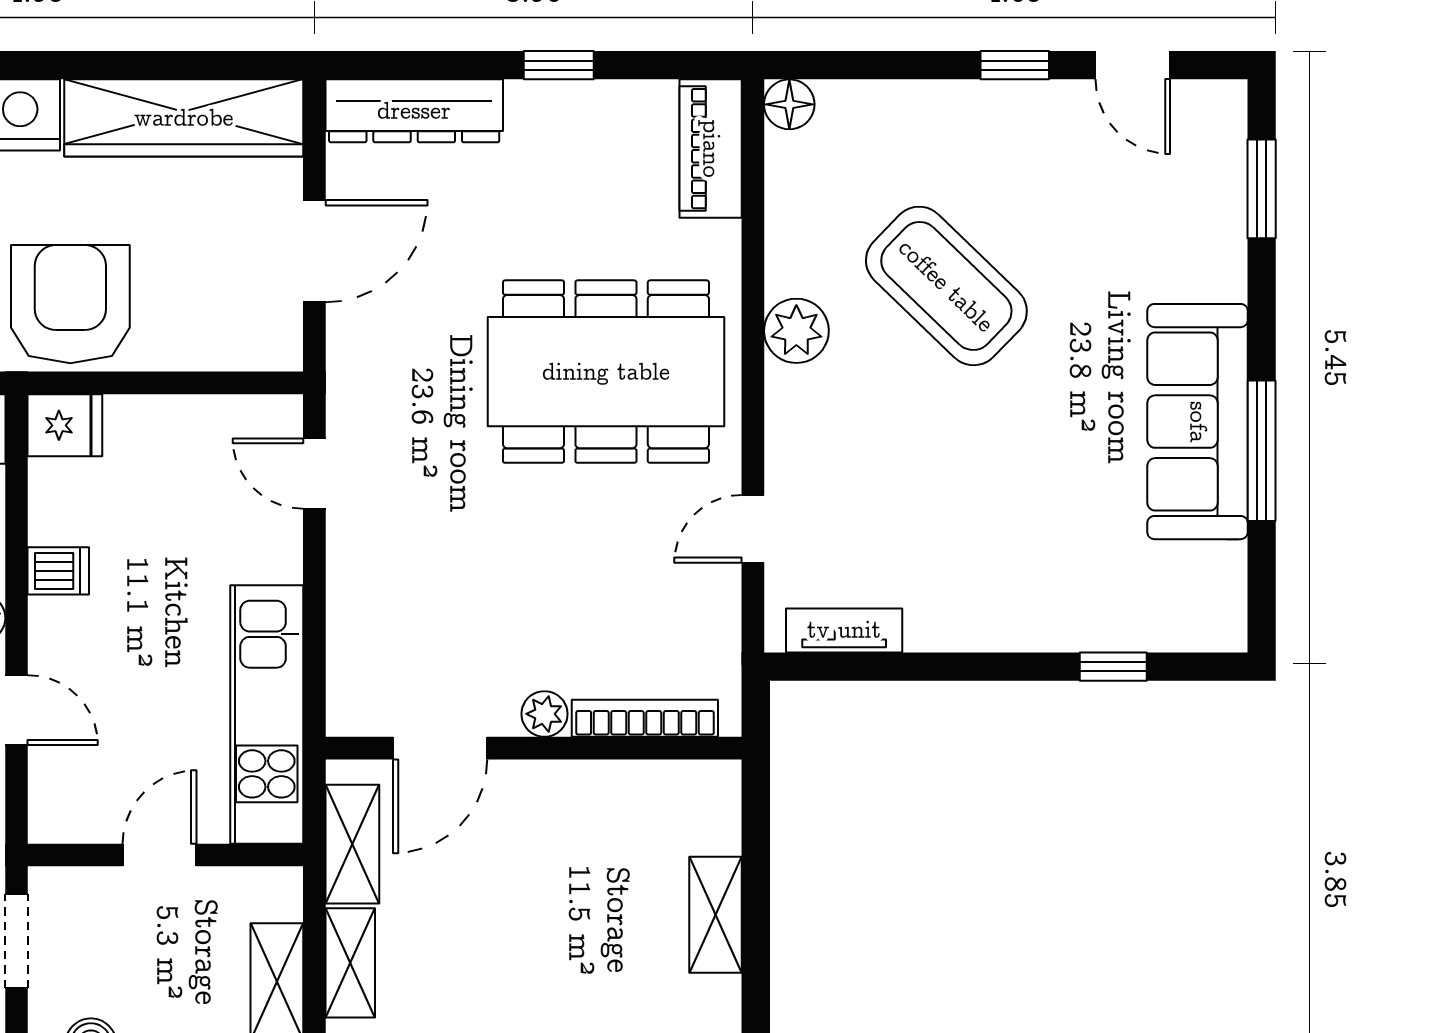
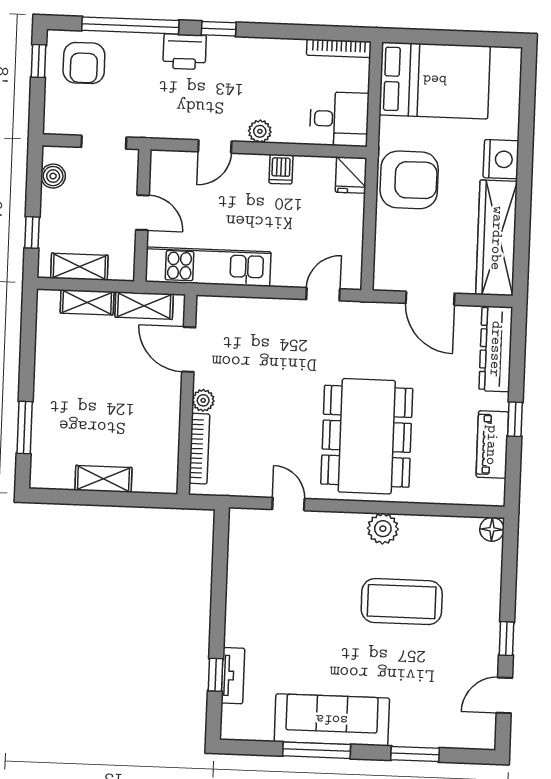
piano: (711, 149) -> (492, 445), moved, turned -90
window: (1262, 189) -> (415, 754), moved
coffee table: (946, 286) -> (402, 602), turned 46
tv unit: (844, 630) -> (233, 676), moved

